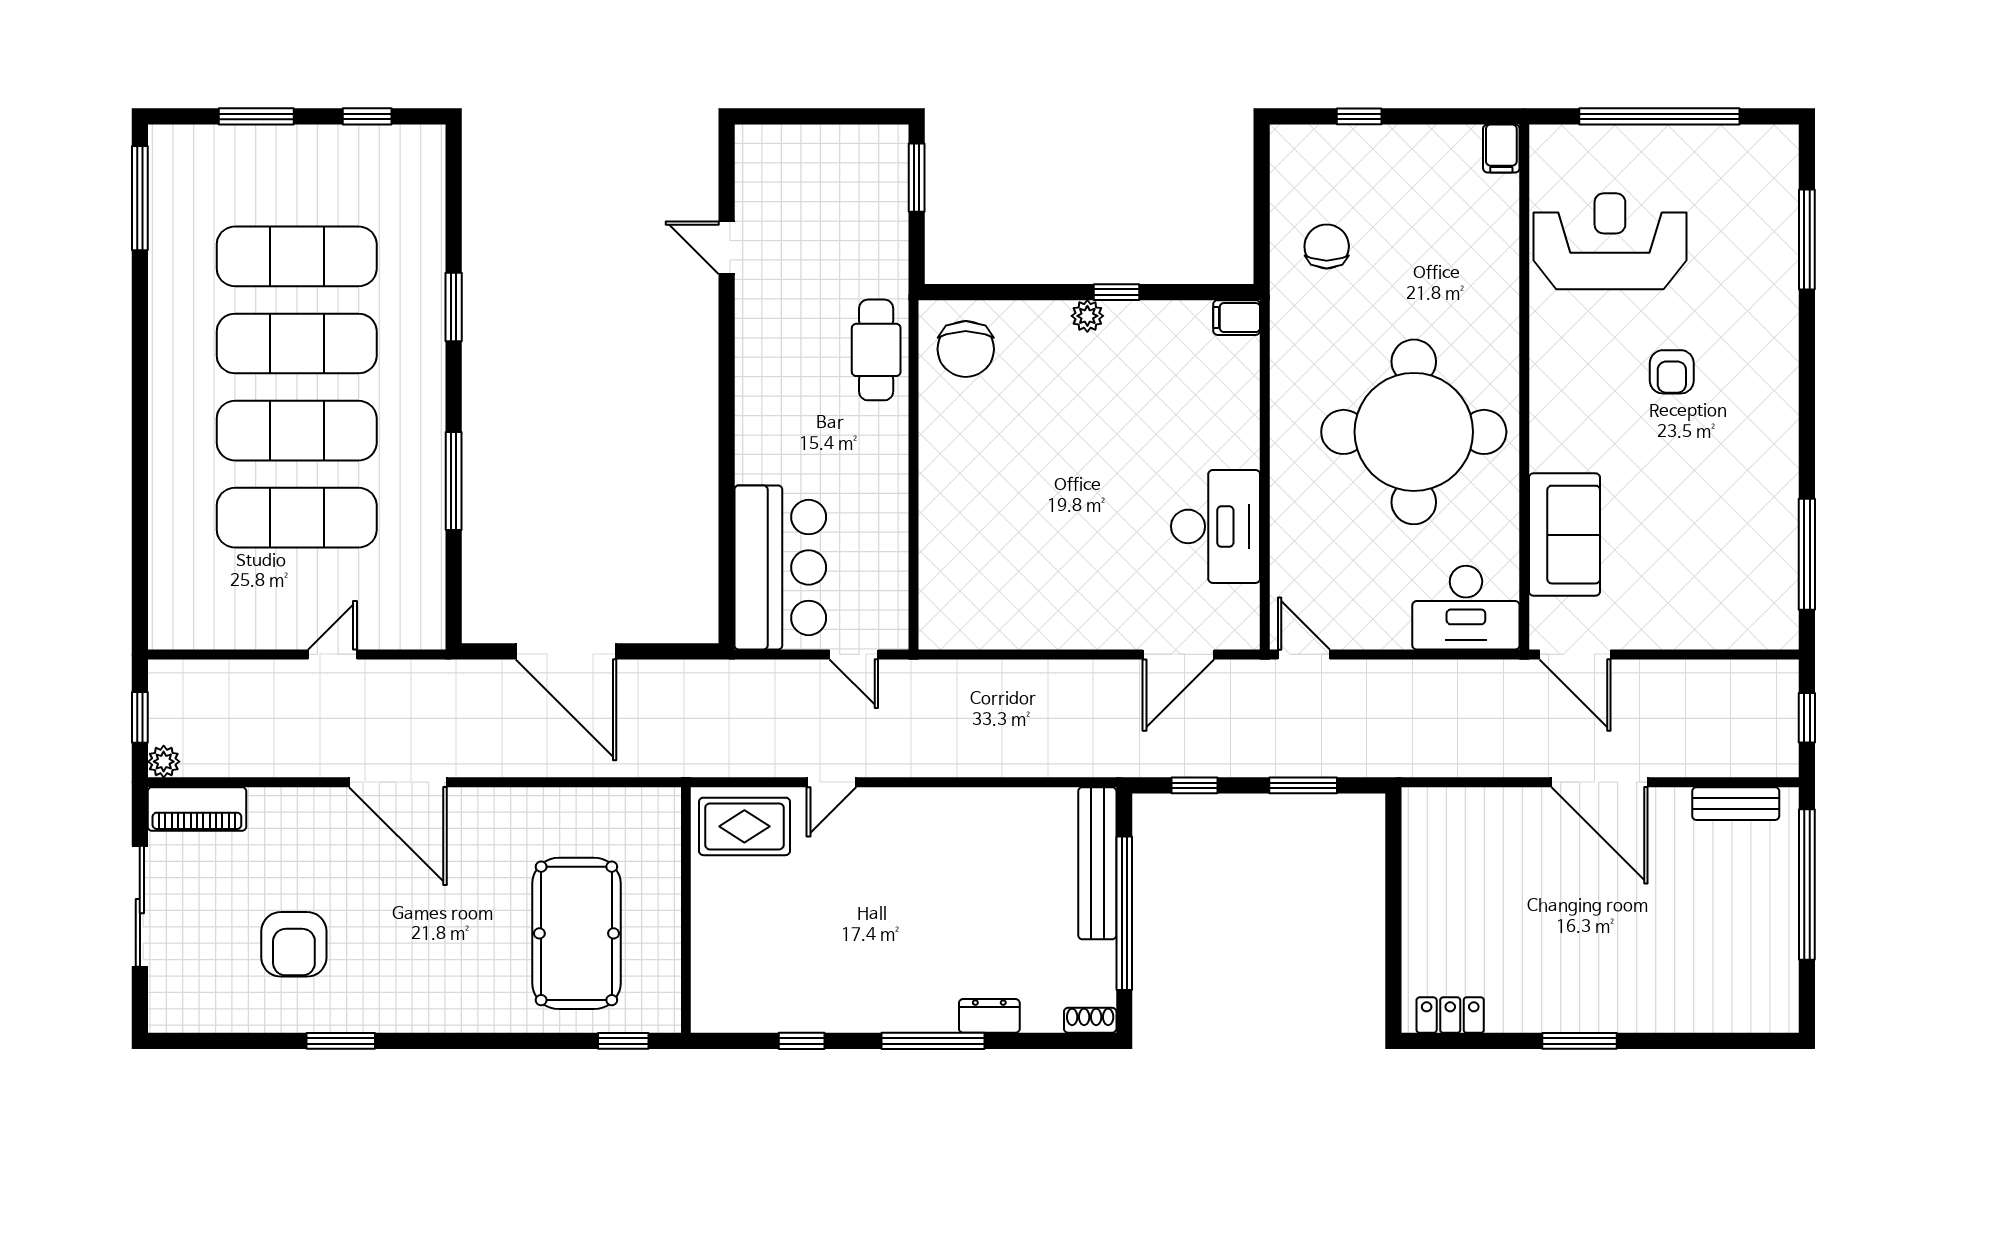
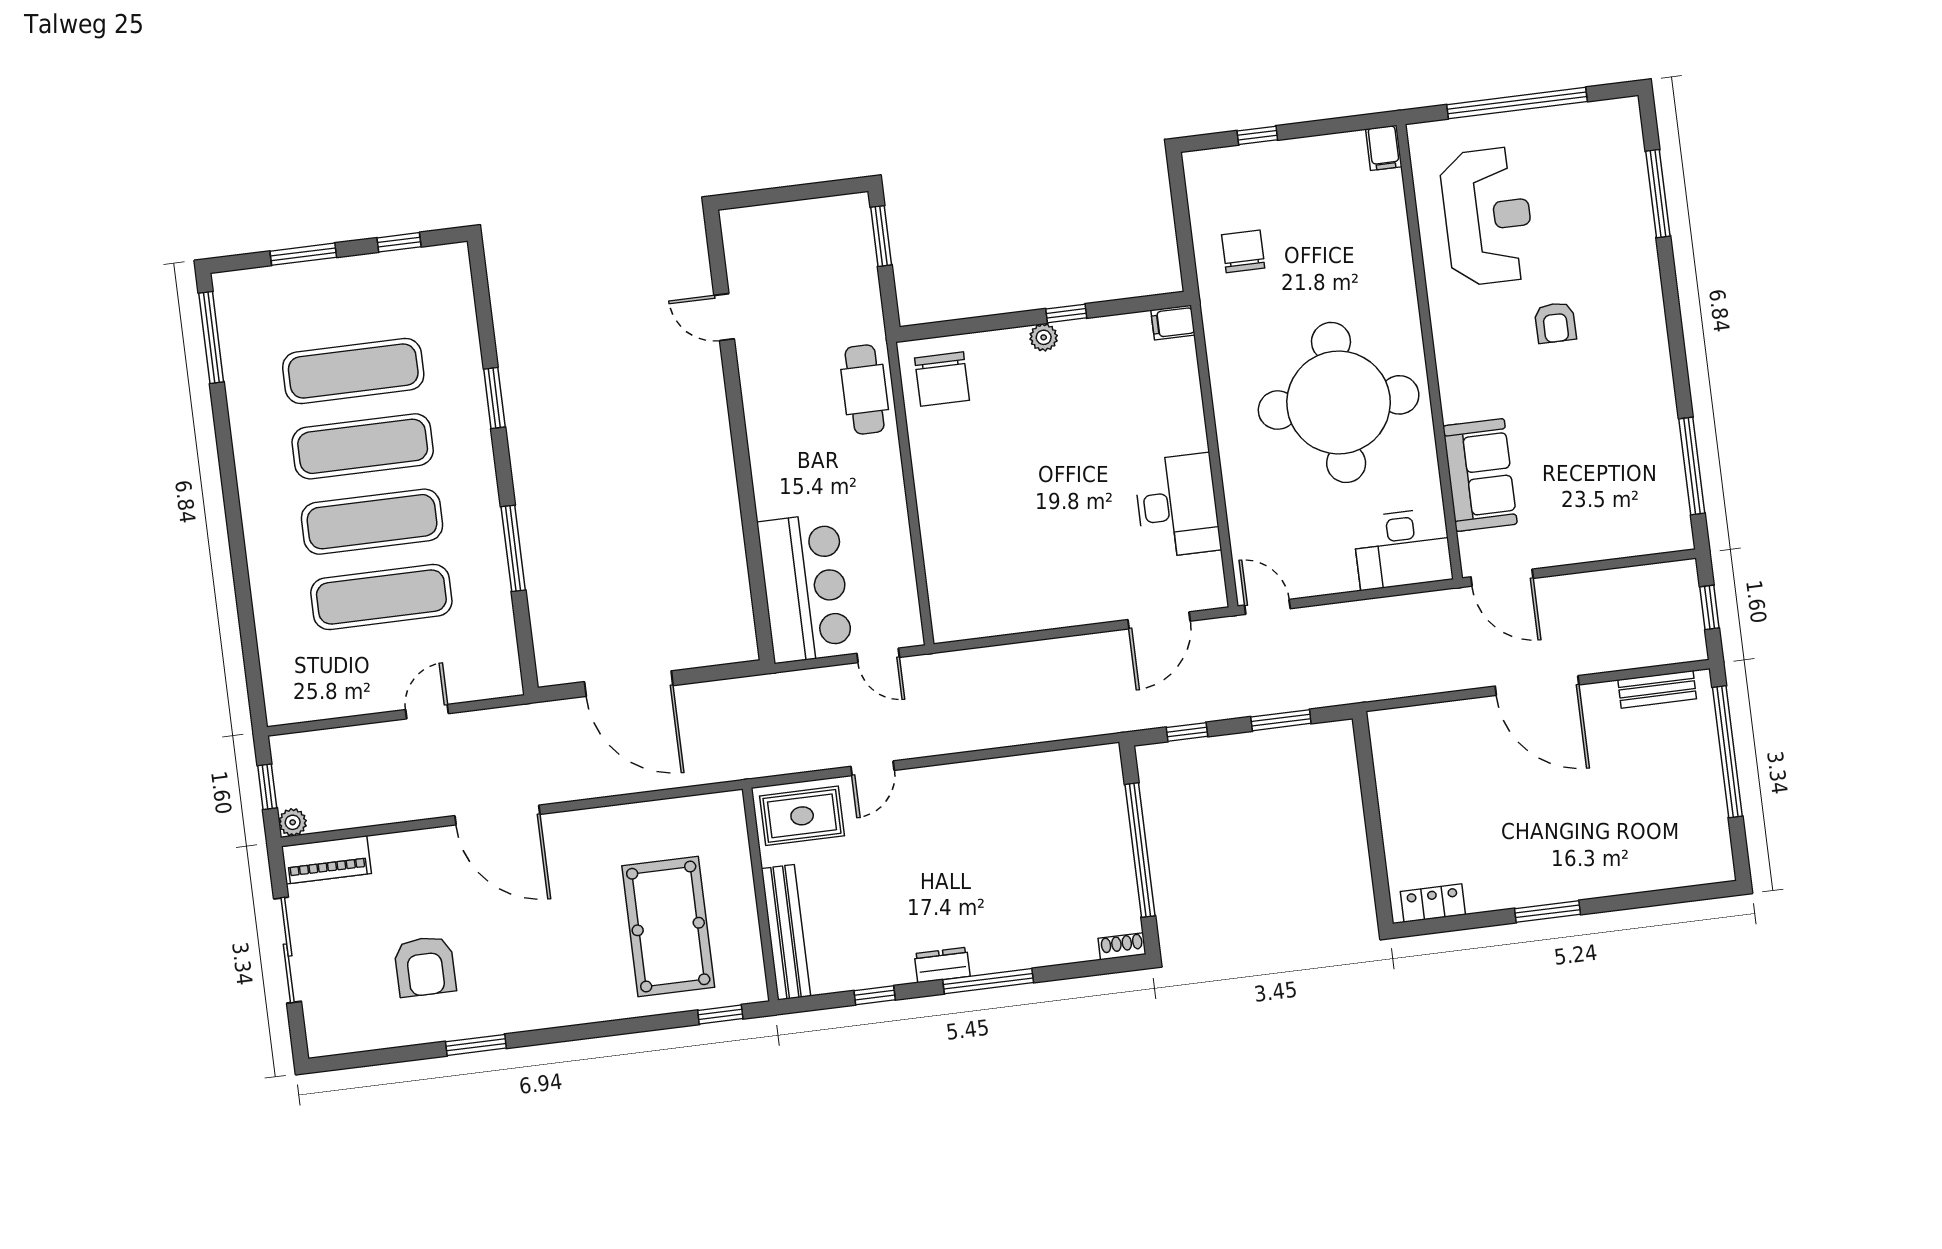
reception desk: (1610, 241) -> (1488, 216), turned 90
bench: (1097, 863) -> (786, 932), moved
dresser: (989, 1016) -> (942, 965), moved

